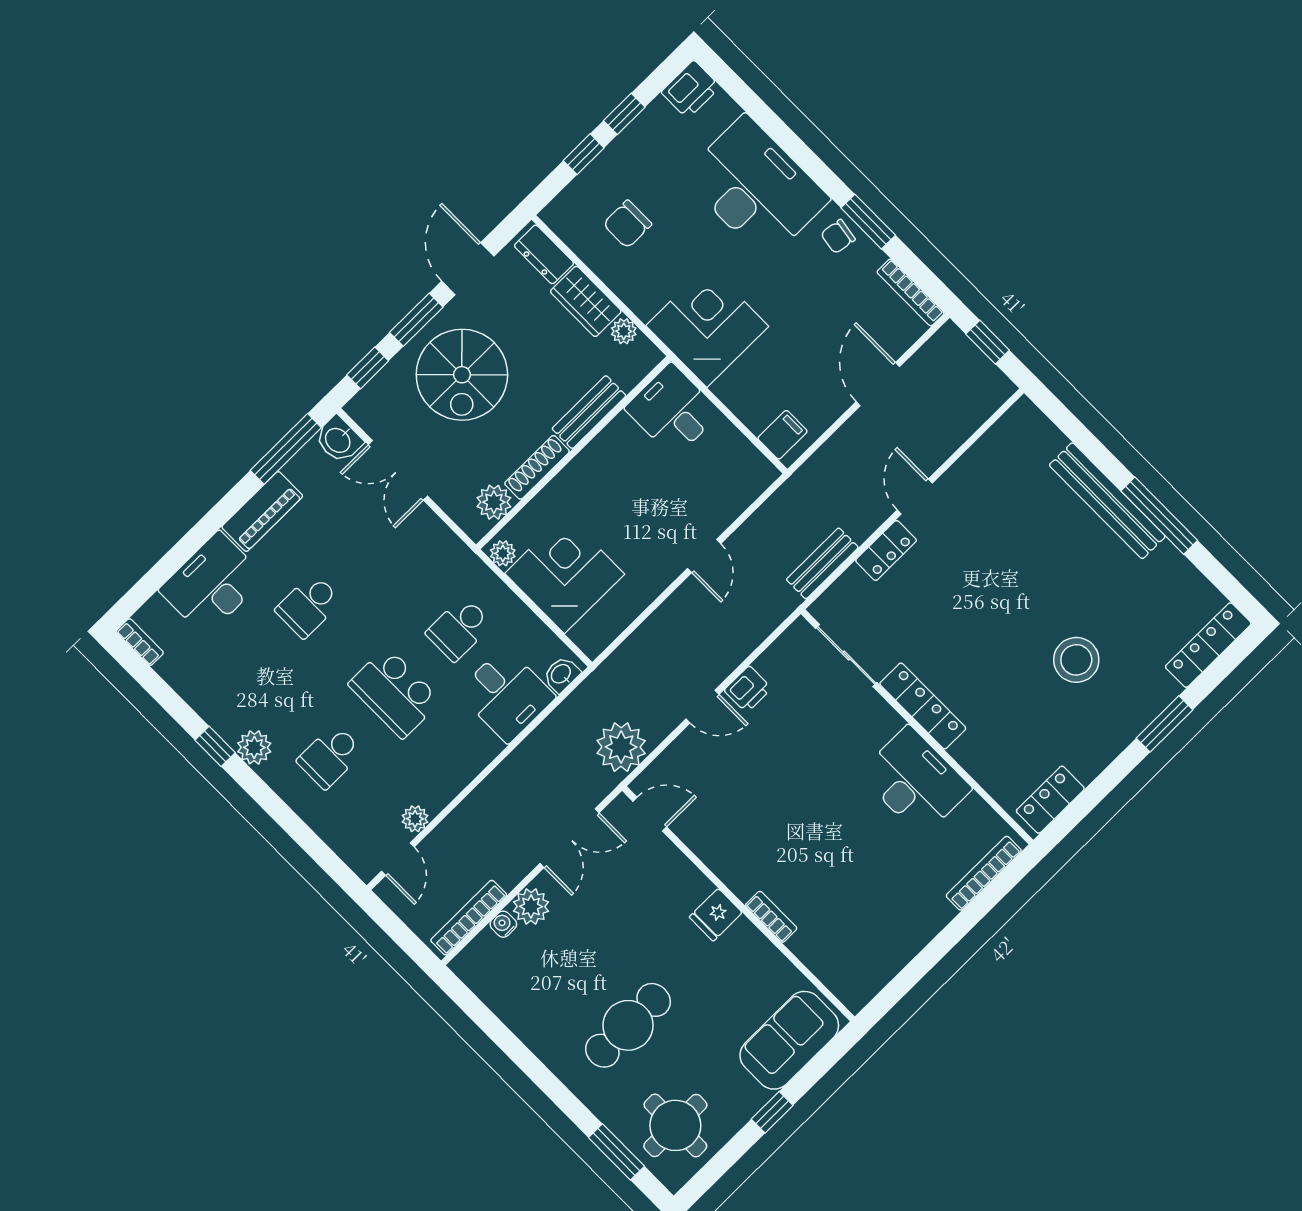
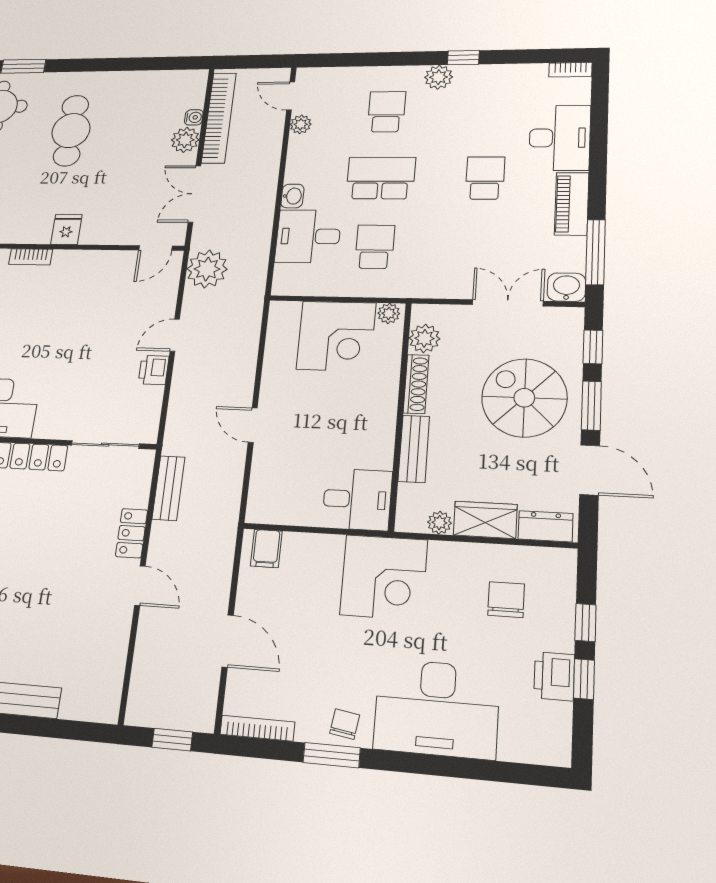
printer: (691, 89) -> (554, 676), moved
washbasin: (561, 674) -> (292, 196), moved
bookcase: (469, 918) -> (219, 118), width x1.48, depth x1.31

